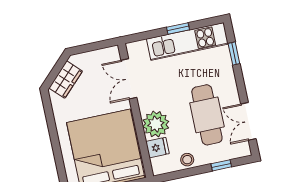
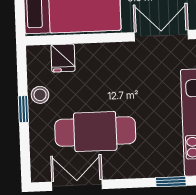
plant: (156, 124) -> (95, 61), removed
window: (221, 165) -> (23, 109), moved

